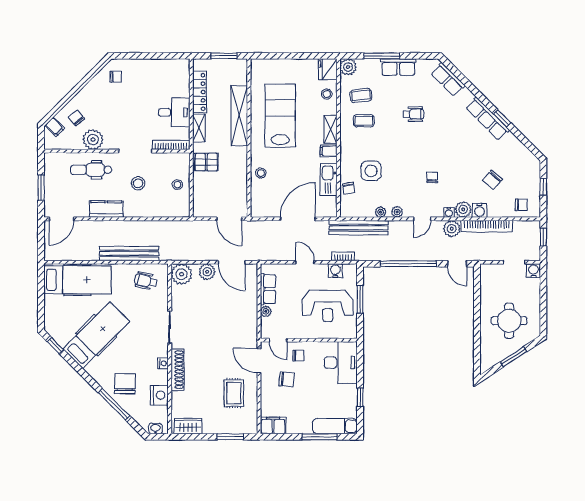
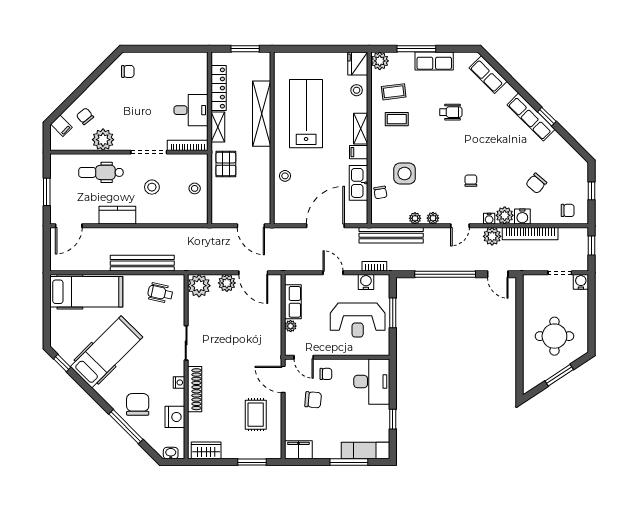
pallet: (206, 162) -> (226, 164), turned 90

